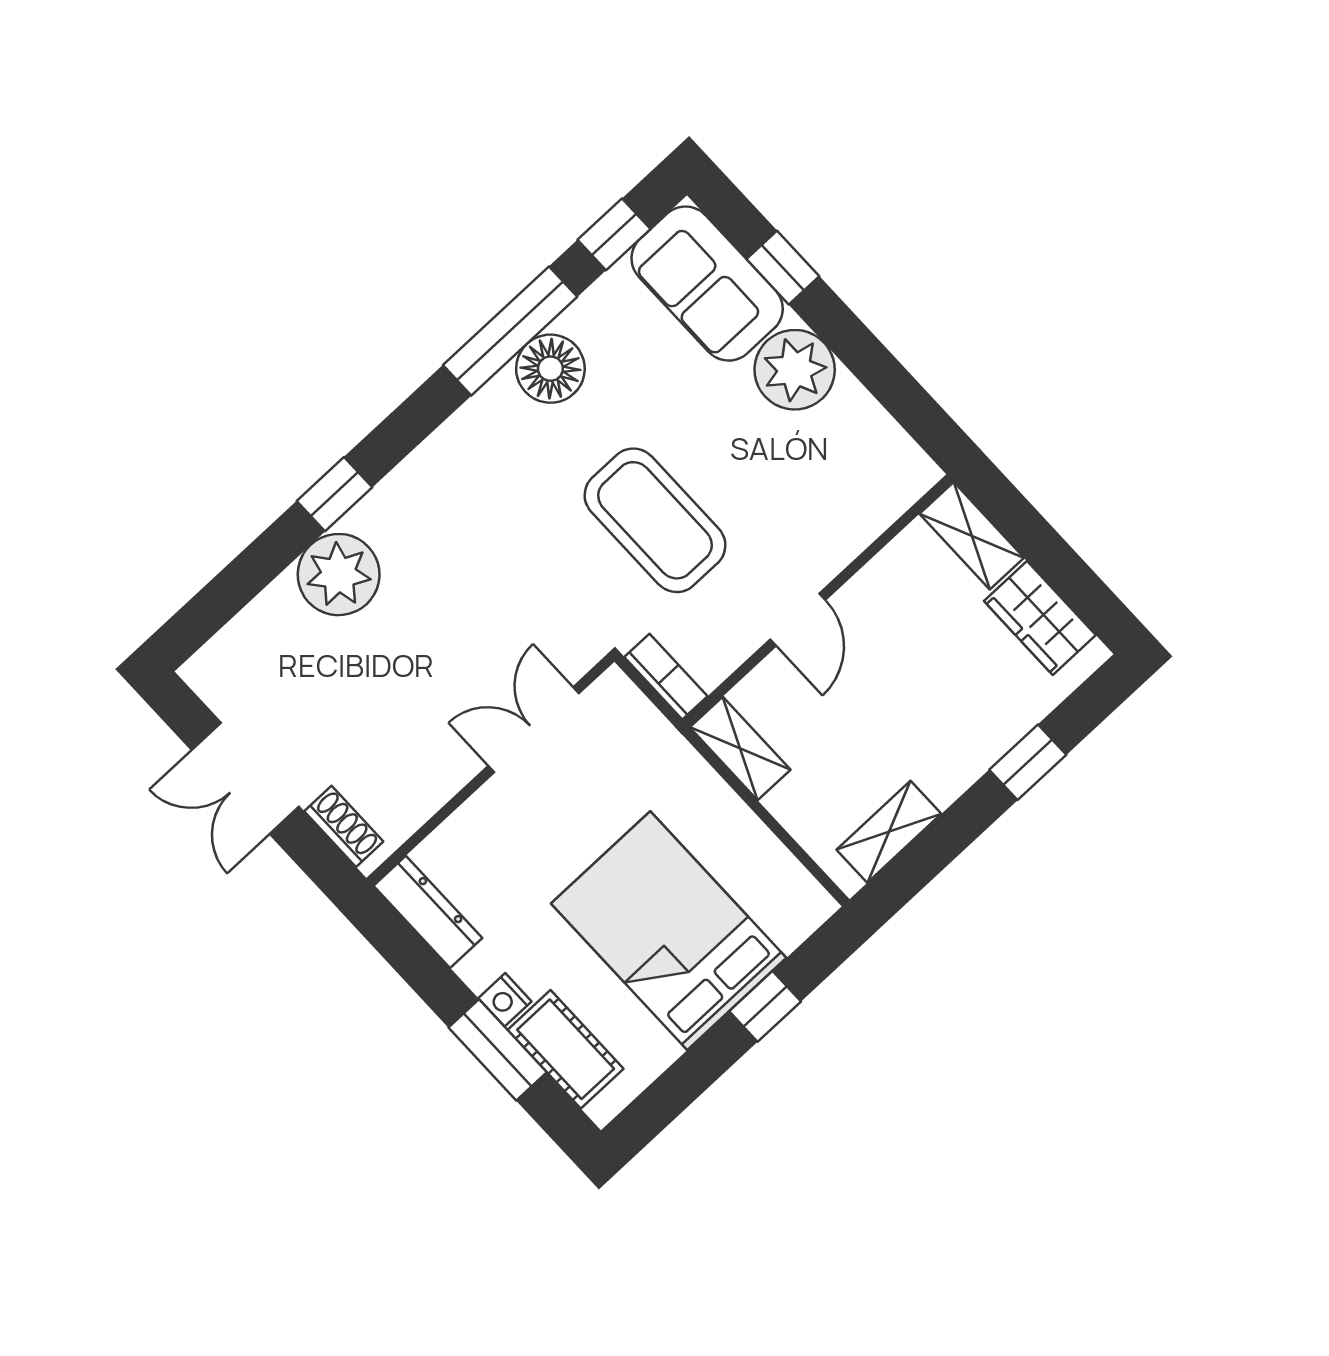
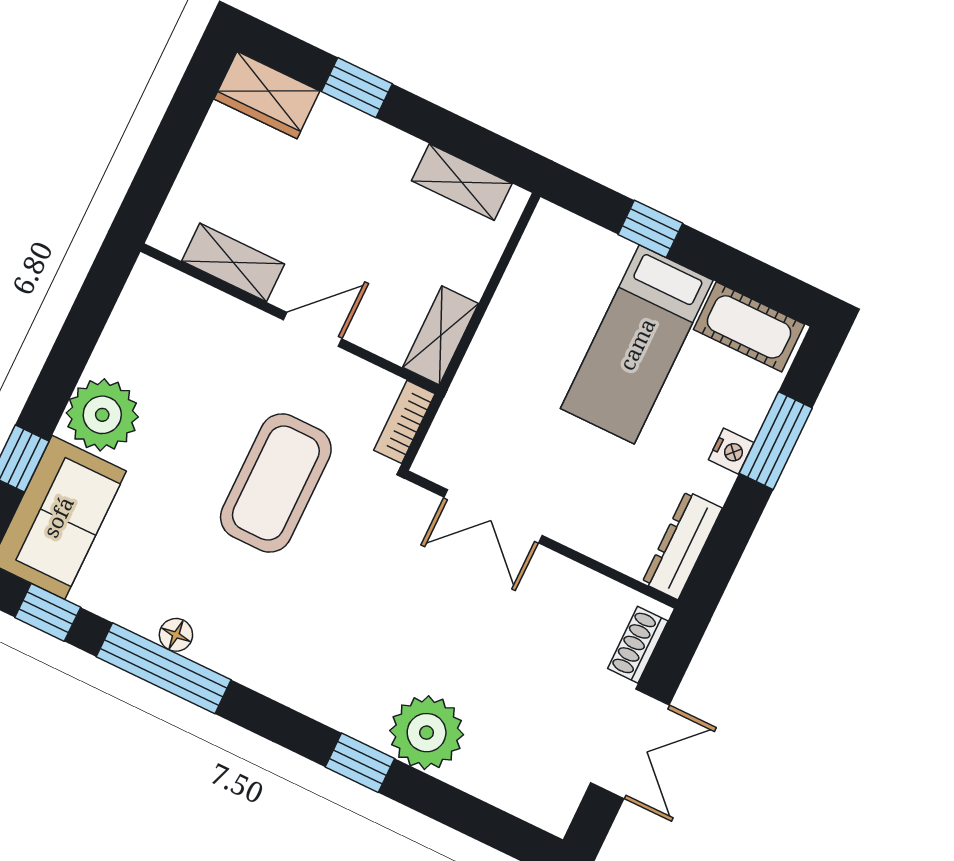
floor lamp: (550, 369) -> (176, 635), width x0.53, depth x0.53
shelving: (972, 536) -> (233, 262), moved, turned 90
wardrobe: (1040, 618) -> (267, 95), moved, turned 90
bed: (669, 931) -> (637, 344), width x0.67
cot: (566, 1049) -> (749, 327), moved, turned 90

